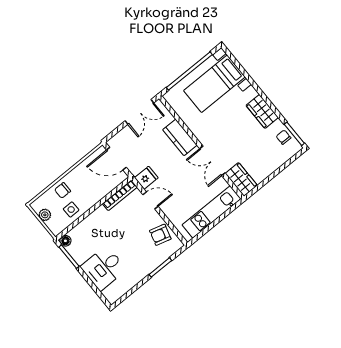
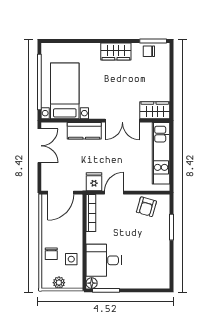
bed with nightstands: (214, 84) -> (65, 91), moved, turned 180
desk: (104, 268) -> (104, 260), moved, turned 90

